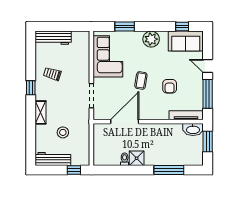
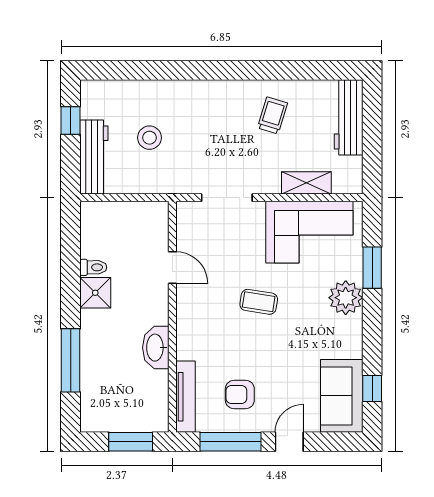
plant: (151, 39) -> (346, 298), moved
armchair: (170, 86) -> (240, 394), moved
window: (31, 88) -> (243, 70), removed
shelving: (41, 112) -> (306, 183), moved
door: (125, 122) -> (172, 267), width x0.53
washbasin: (193, 129) -> (156, 348), moved
workbench: (53, 159) -> (94, 157), moved
window: (74, 170) -> (71, 120), moved

